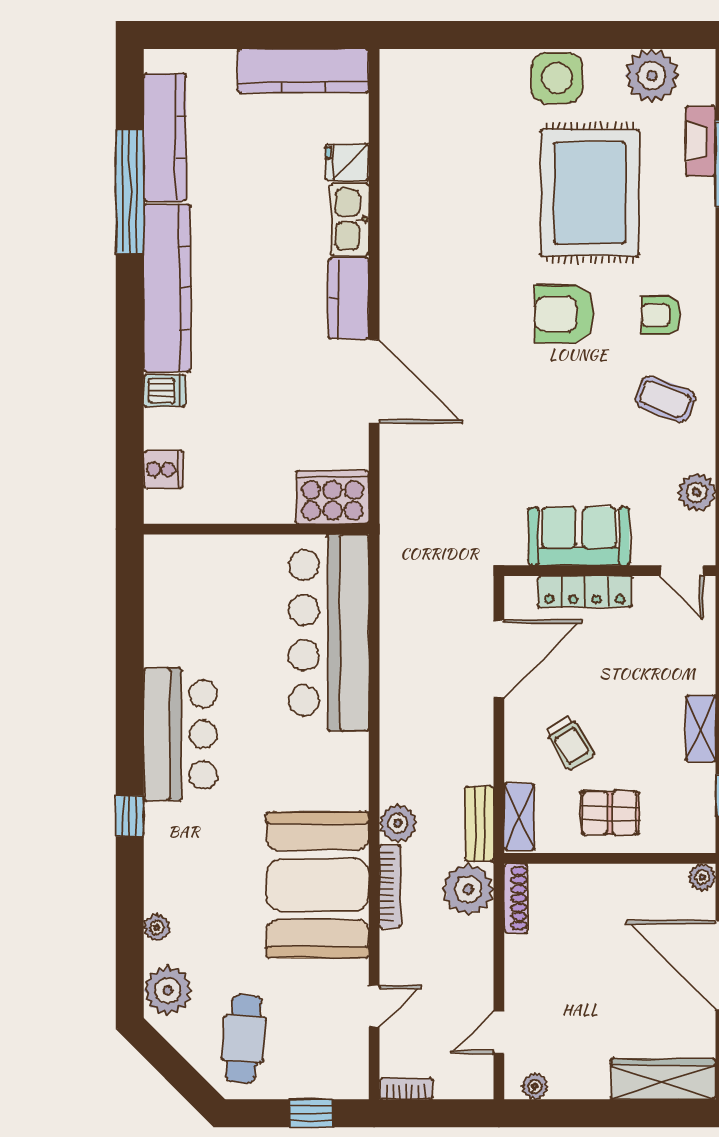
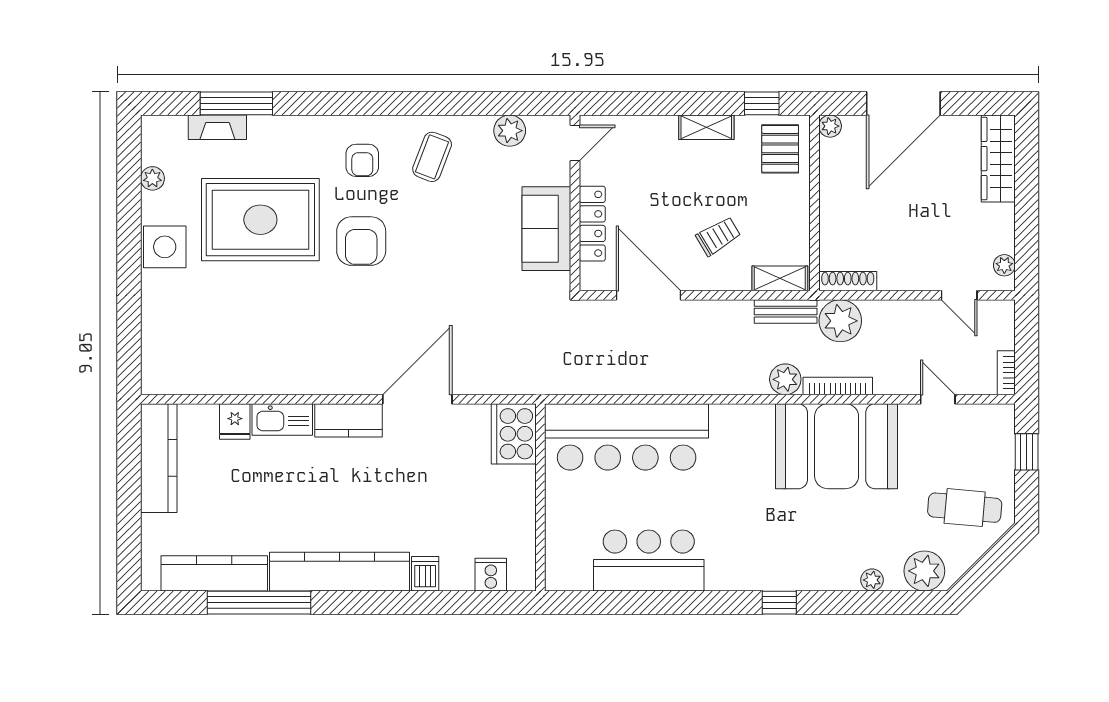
plant: (652, 76) -> (152, 178), width x0.53, depth x0.53
bar counter: (180, 734) -> (649, 560), moved
pallet: (610, 813) -> (780, 149), moved

